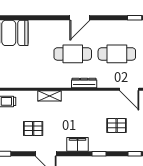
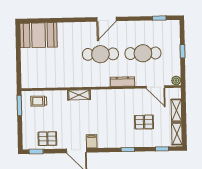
dresser: (84, 83) -> (122, 82), moved
pallet: (33, 128) -> (47, 139), moved
filing cabinet: (77, 144) -> (92, 141), moved, width x0.50

